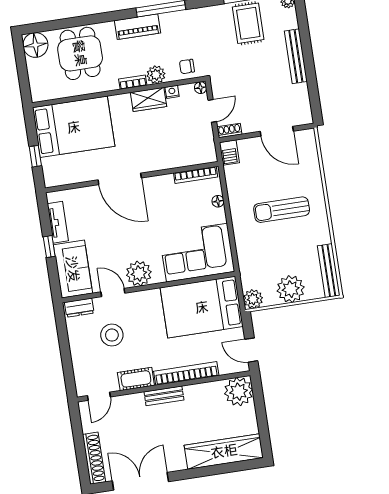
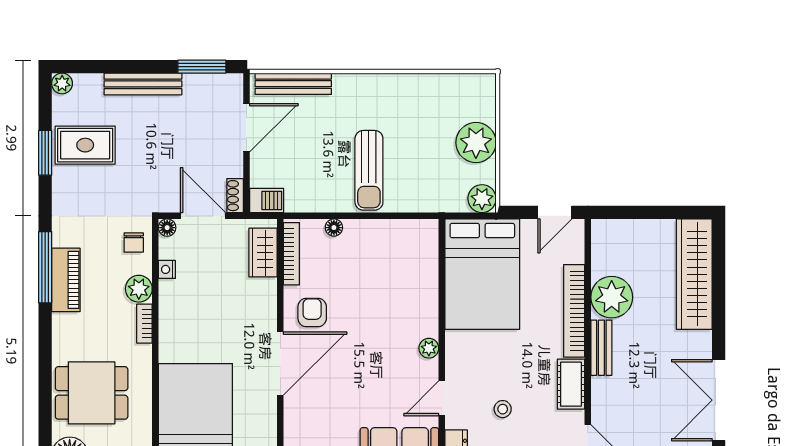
piano: (137, 27) -> (66, 280), moved
window: (314, 95) -> (202, 67), added
wardrobe: (148, 99) -> (263, 253), moved, turned 180
door: (212, 111) -> (203, 216), width x1.38
armchair: (158, 195) -> (312, 312), added
sun lounger: (282, 210) -> (369, 170), moved
corner sofa: (197, 253) -> (403, 269), removed
bench: (329, 271) -> (293, 84), moved
plant: (139, 273) -> (429, 348), width x0.53, depth x0.53
stool: (112, 335) -> (503, 409), width x0.53, depth x0.53
plant: (239, 392) -> (612, 297), moved

